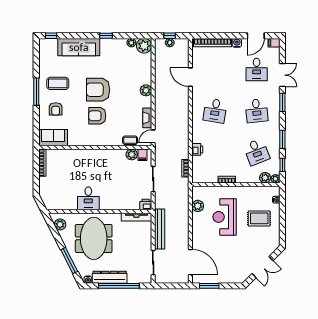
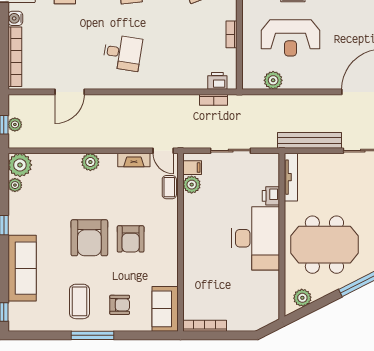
printer: (197, 149) -> (217, 81), moved
desk: (88, 198) -> (256, 238), width x1.87, depth x1.30
printer: (146, 205) -> (271, 196), moved

